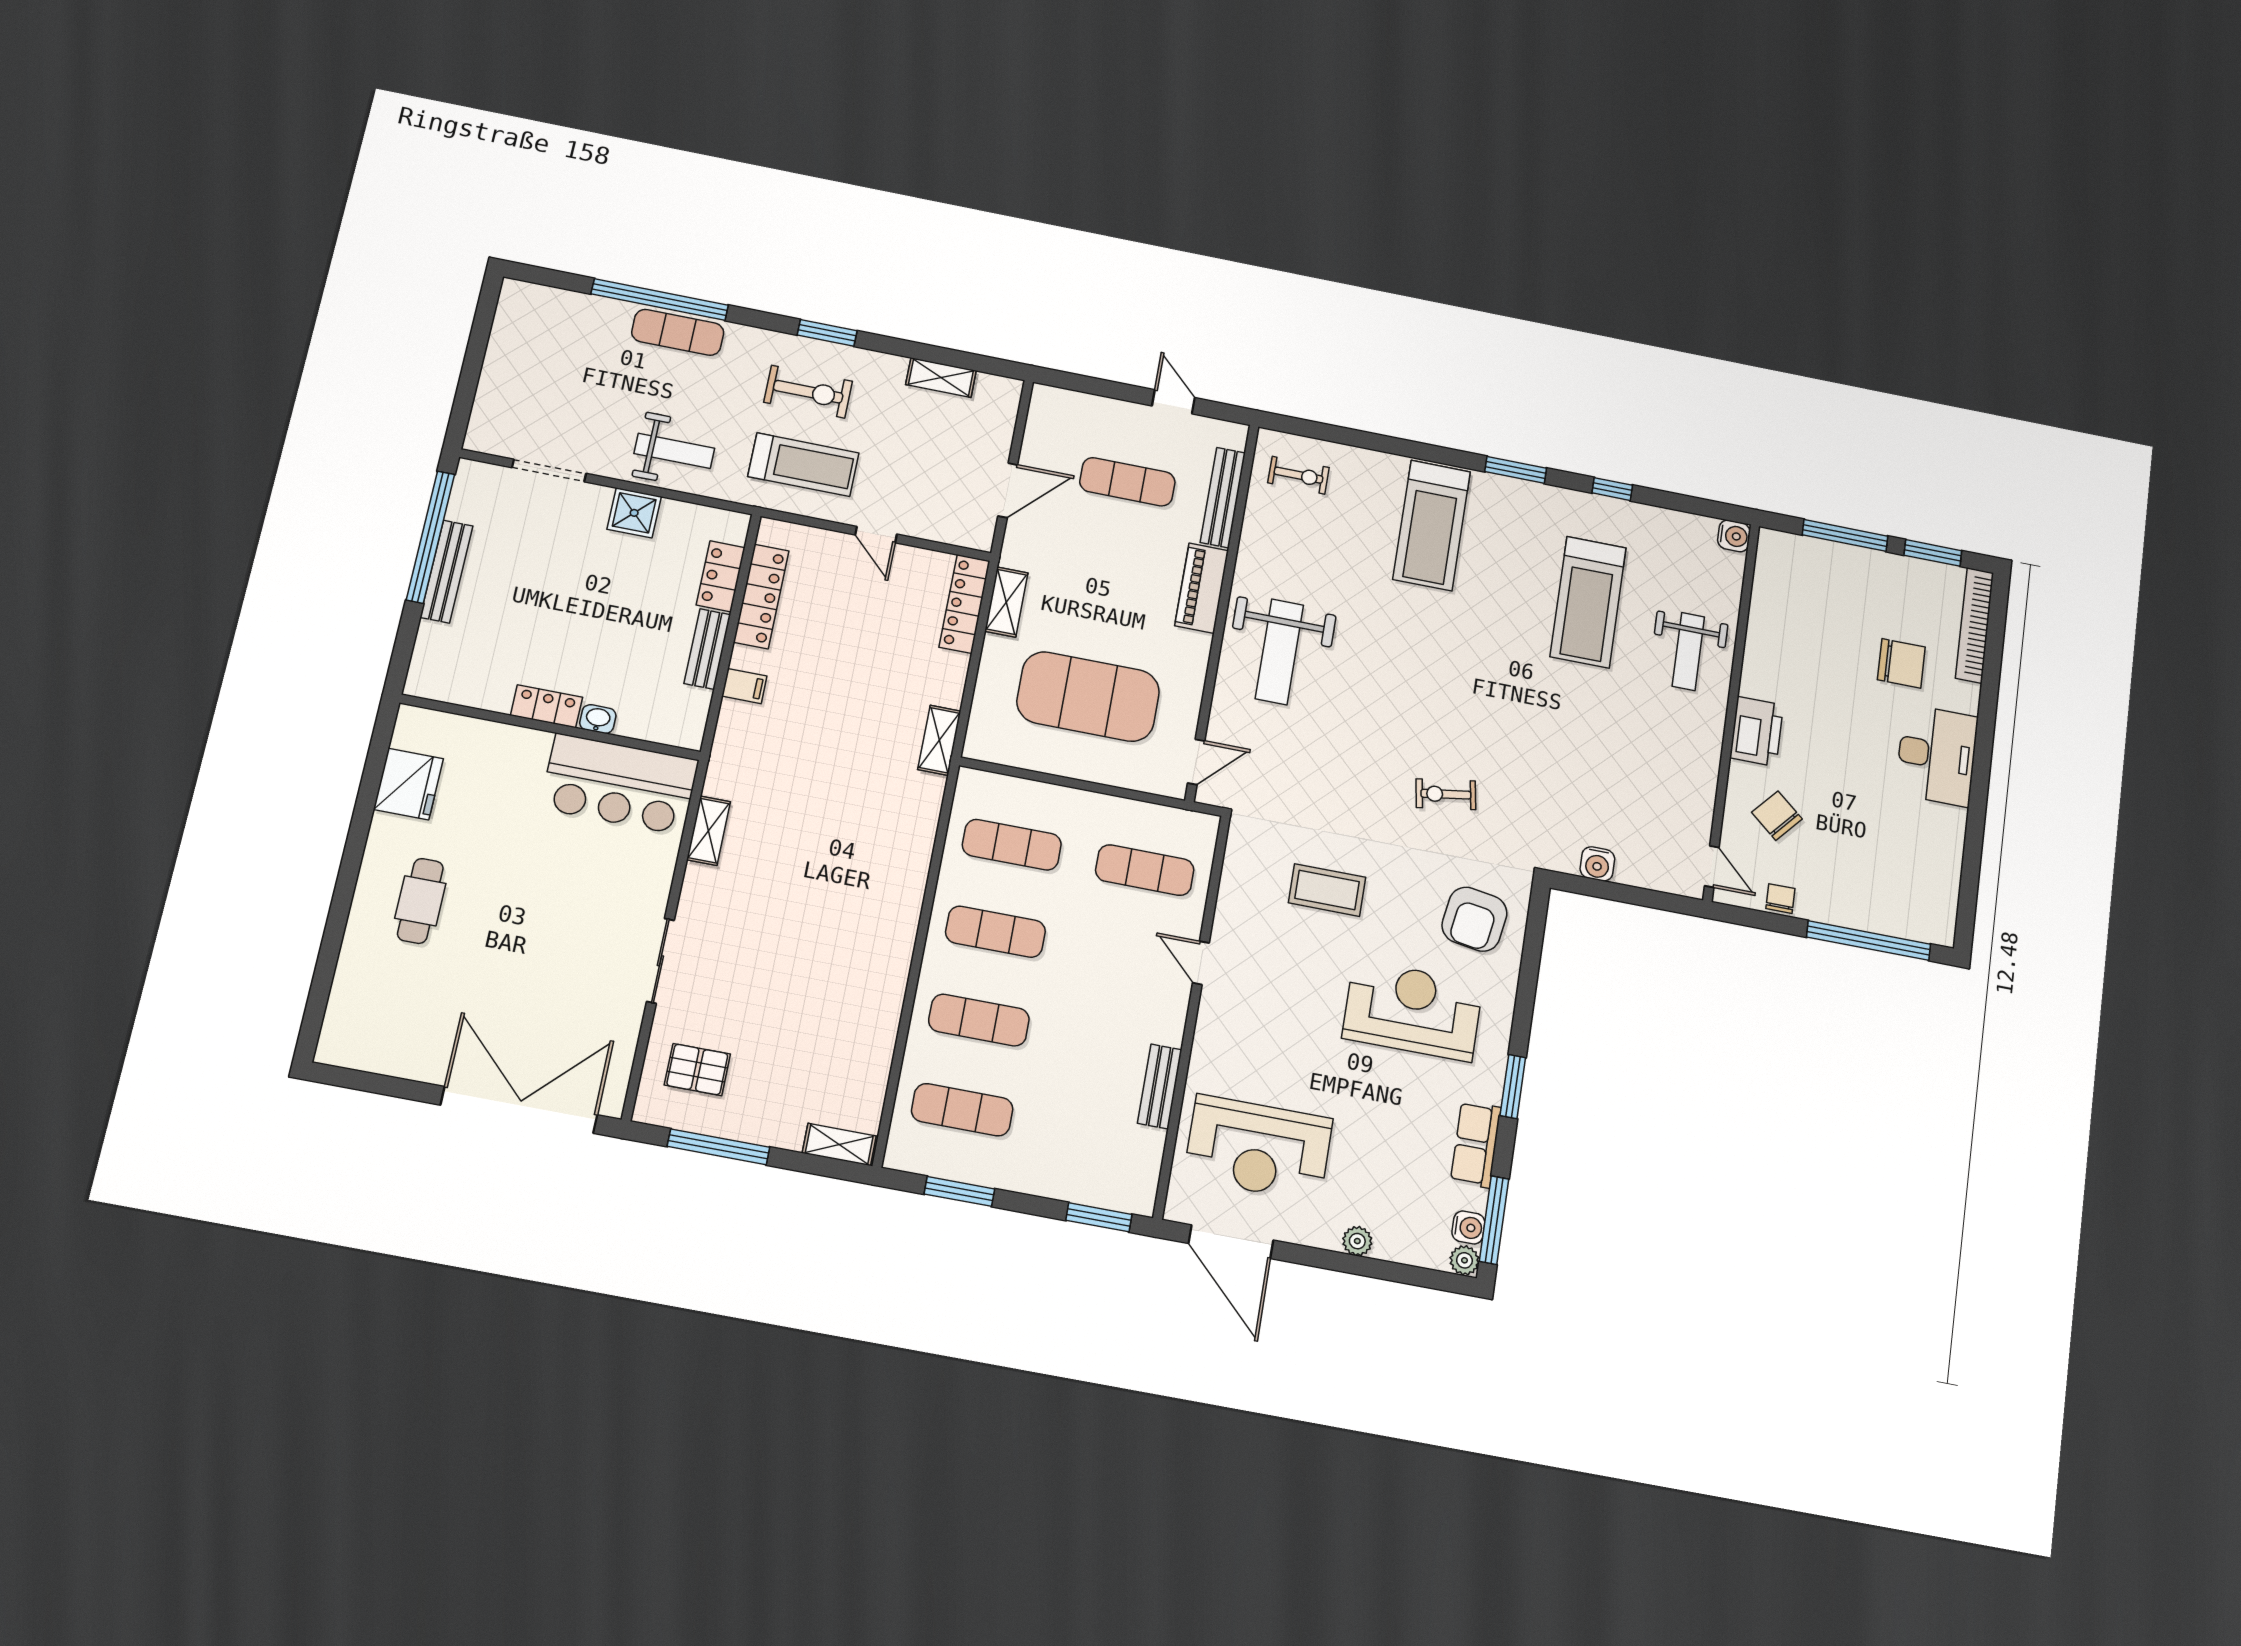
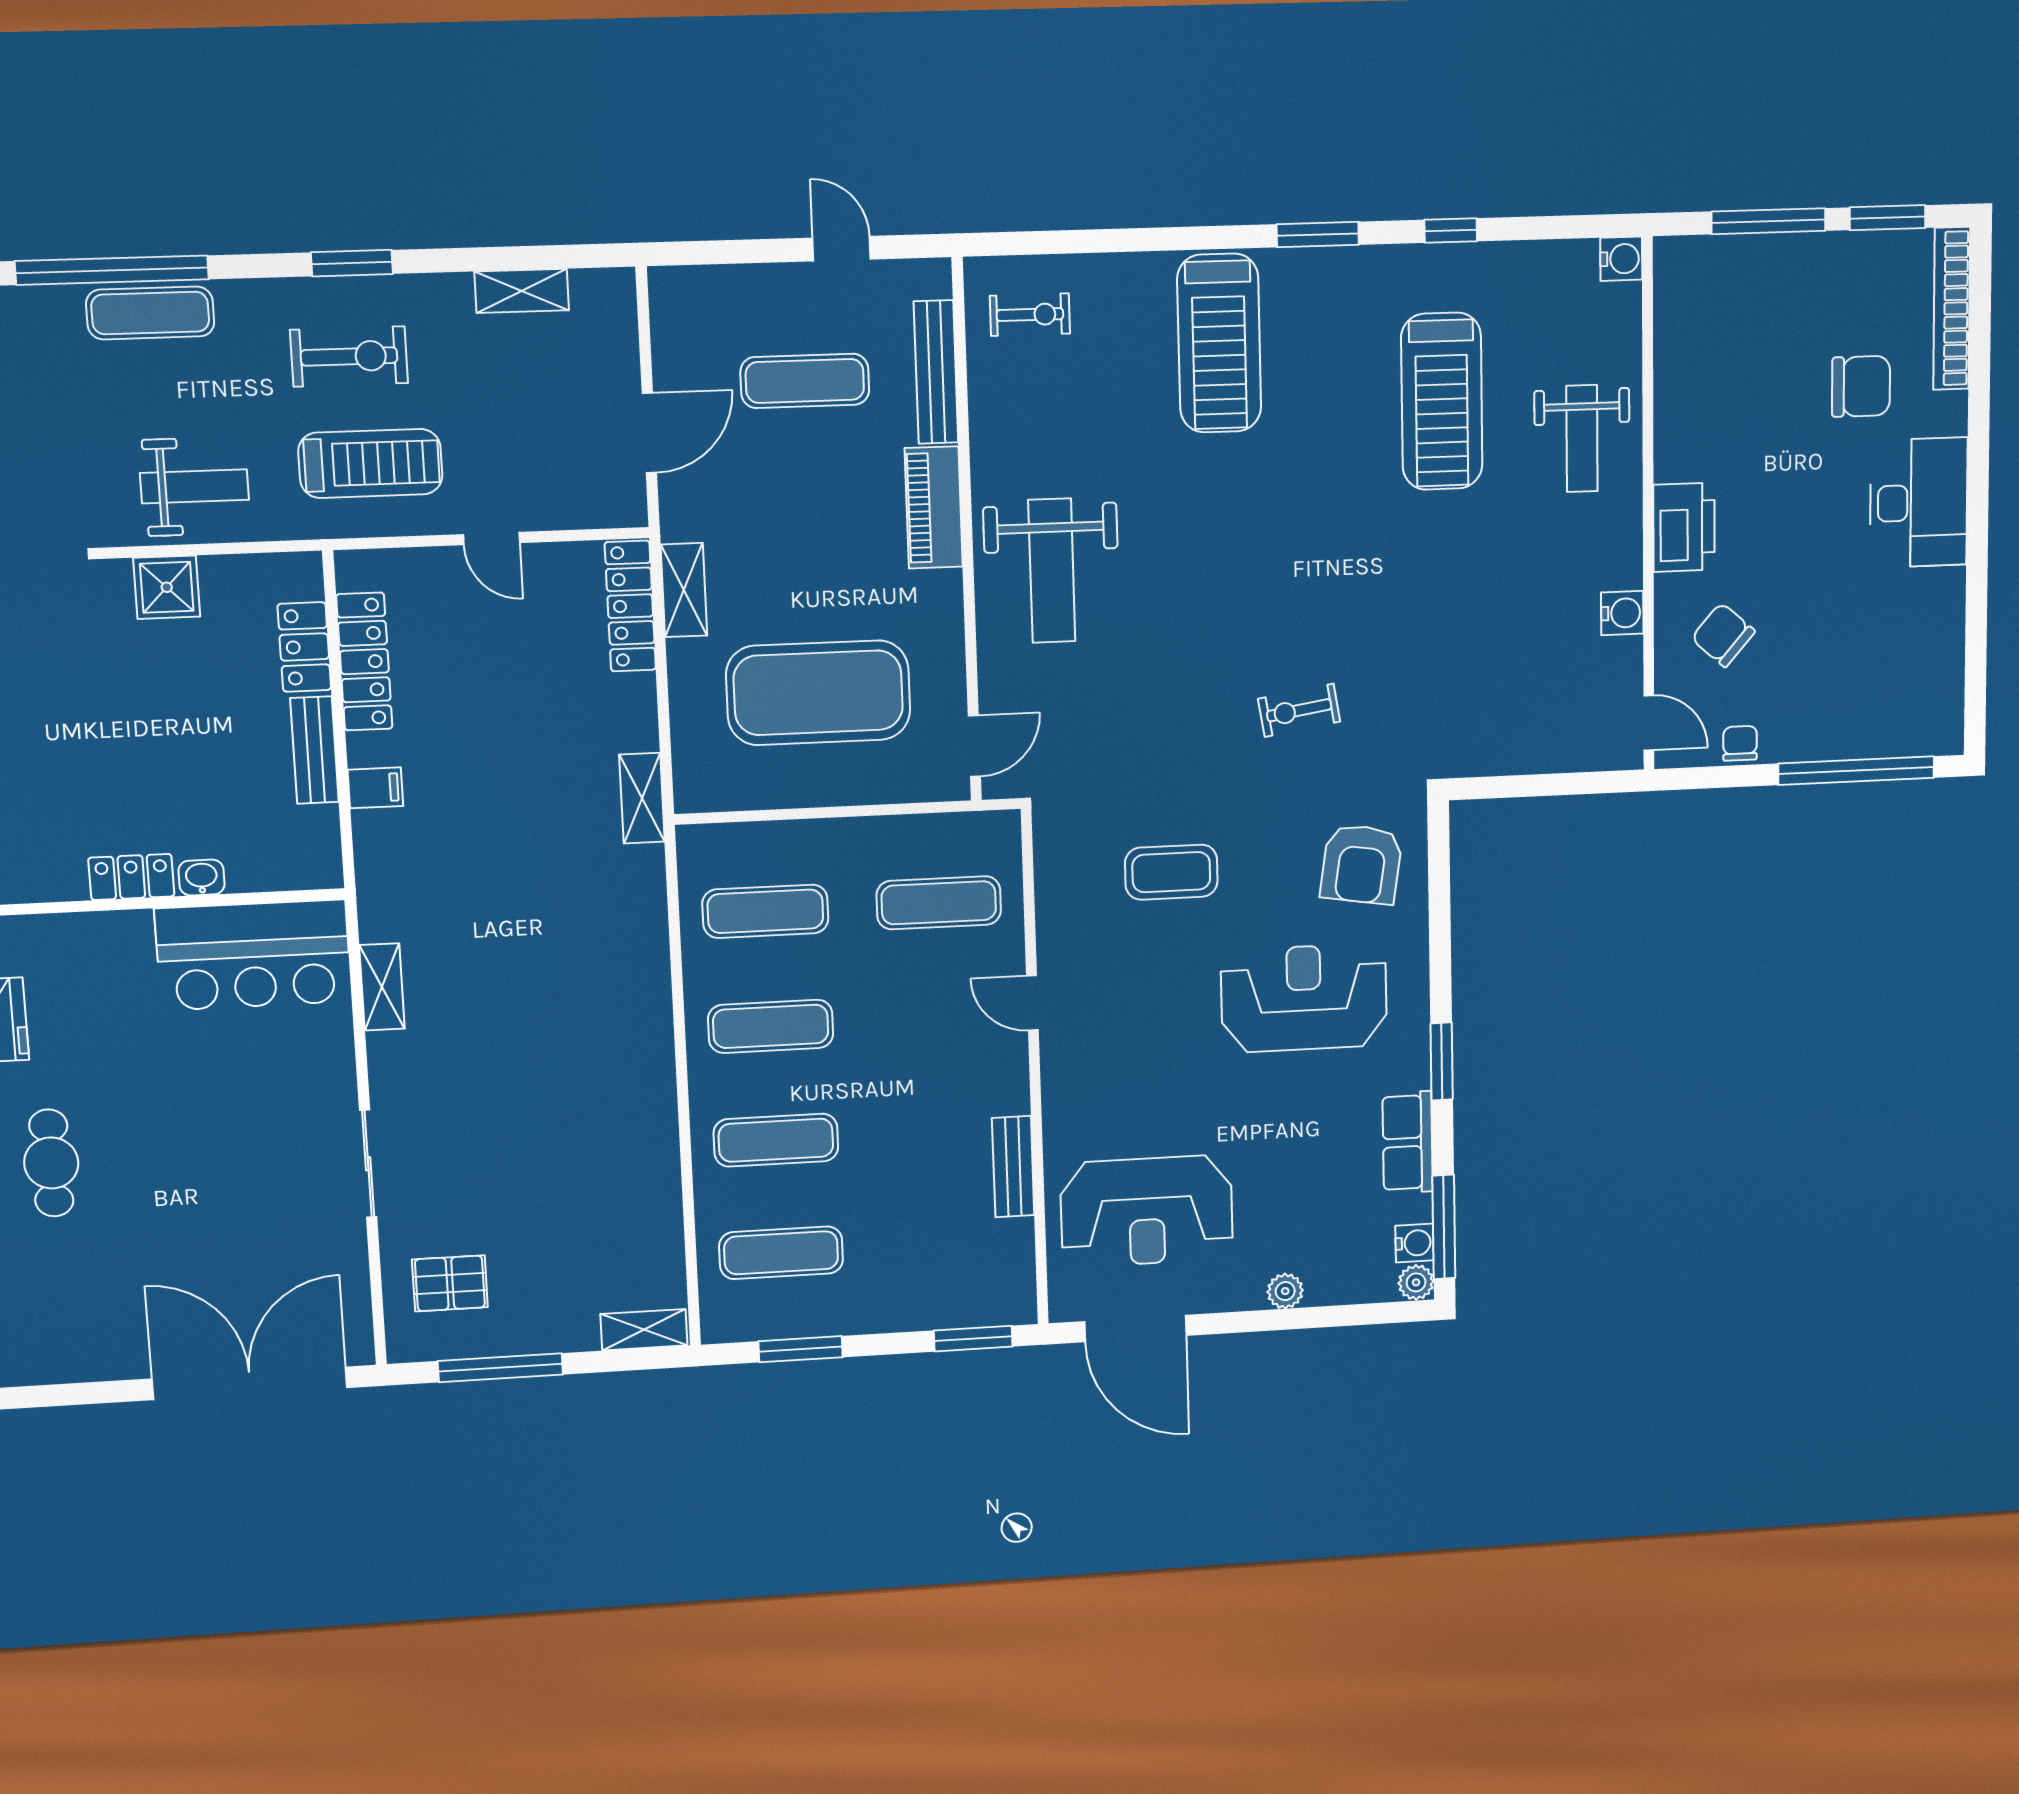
water cooler: (1597, 864) -> (1622, 613), moved, turned -90

